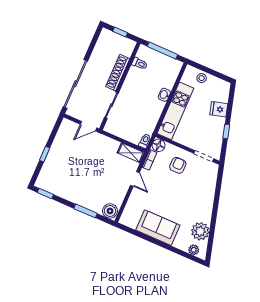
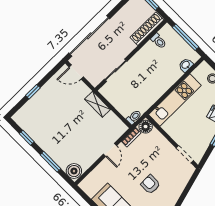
shoe rack: (118, 73) -> (147, 29), moved
washbasin: (164, 95) -> (186, 65), moved
door: (89, 126) -> (76, 72), moved
shelving: (131, 153) -> (97, 104), moved
armchair: (178, 165) -> (150, 184), moved, turned -90
window: (45, 193) -> (27, 138), moved

